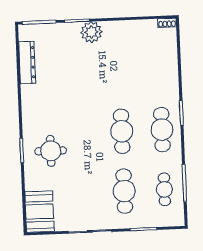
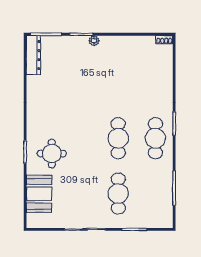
plant: (91, 32) -> (94, 41), width x0.53, depth x0.53
dresser: (27, 62) -> (33, 55), moved
cafe table: (164, 189) -> (155, 194), removed
booth: (39, 212) -> (39, 194), moved

